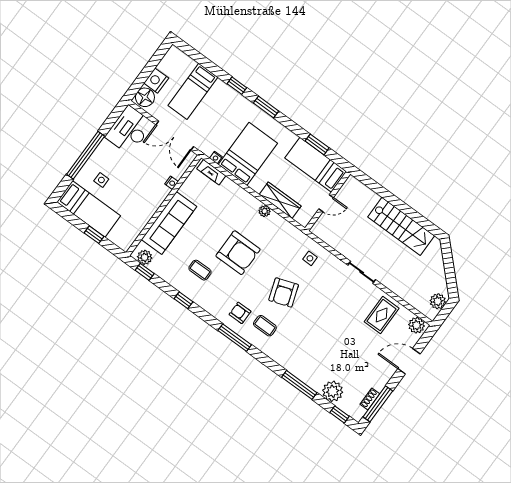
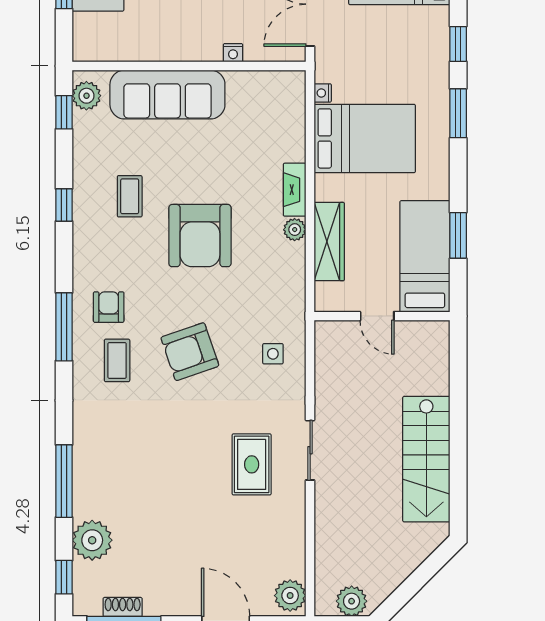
fireplace: (211, 172) -> (295, 190), moved
rug: (382, 315) -> (252, 464), moved, turned 90

